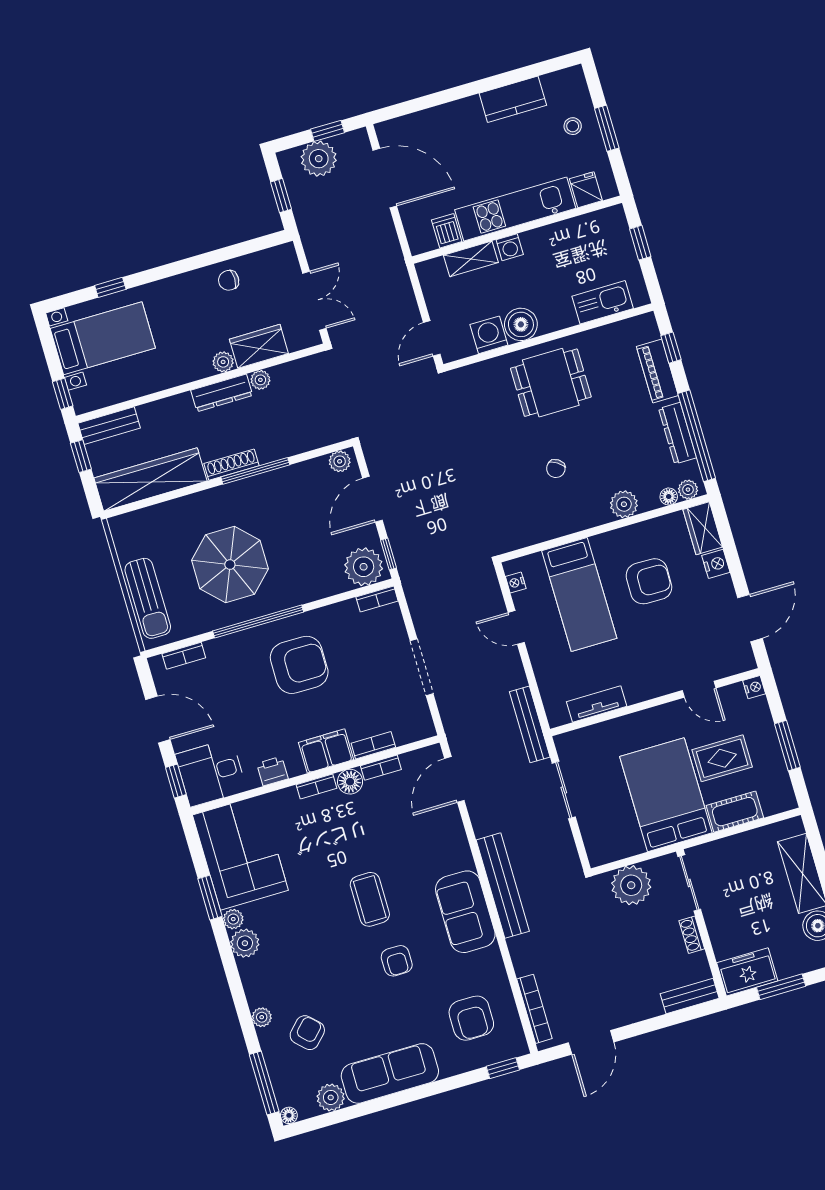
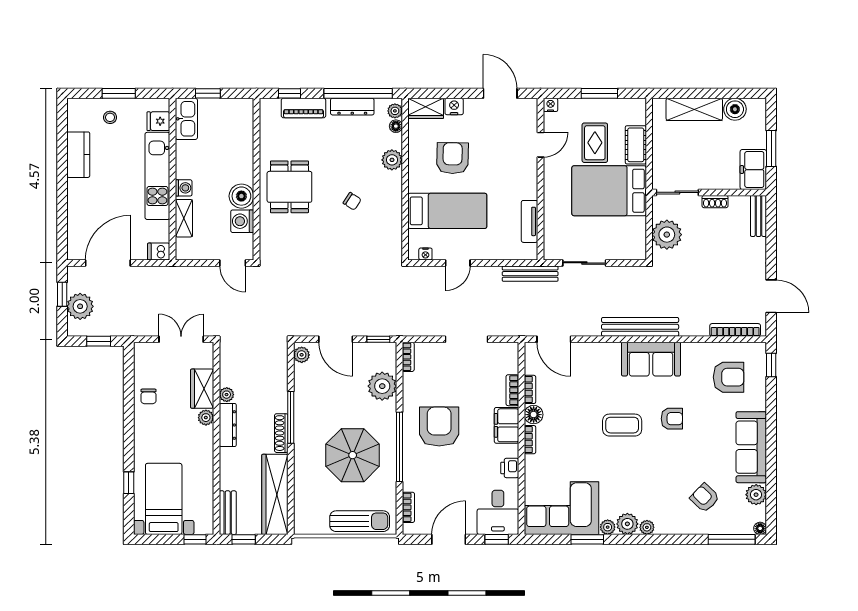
dishwasher: (447, 231) -> (159, 252), moved
kitchen sink: (603, 302) -> (186, 119), moved, turned 180
plant: (364, 567) -> (382, 386), moved
plant: (262, 1017) -> (647, 527), moved

